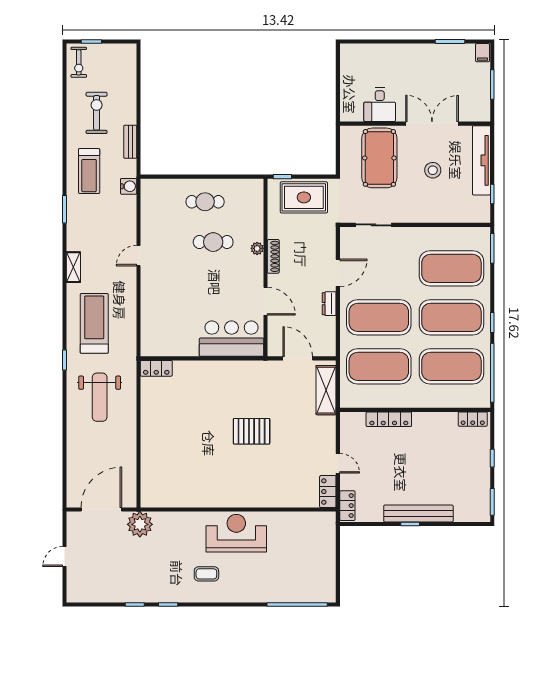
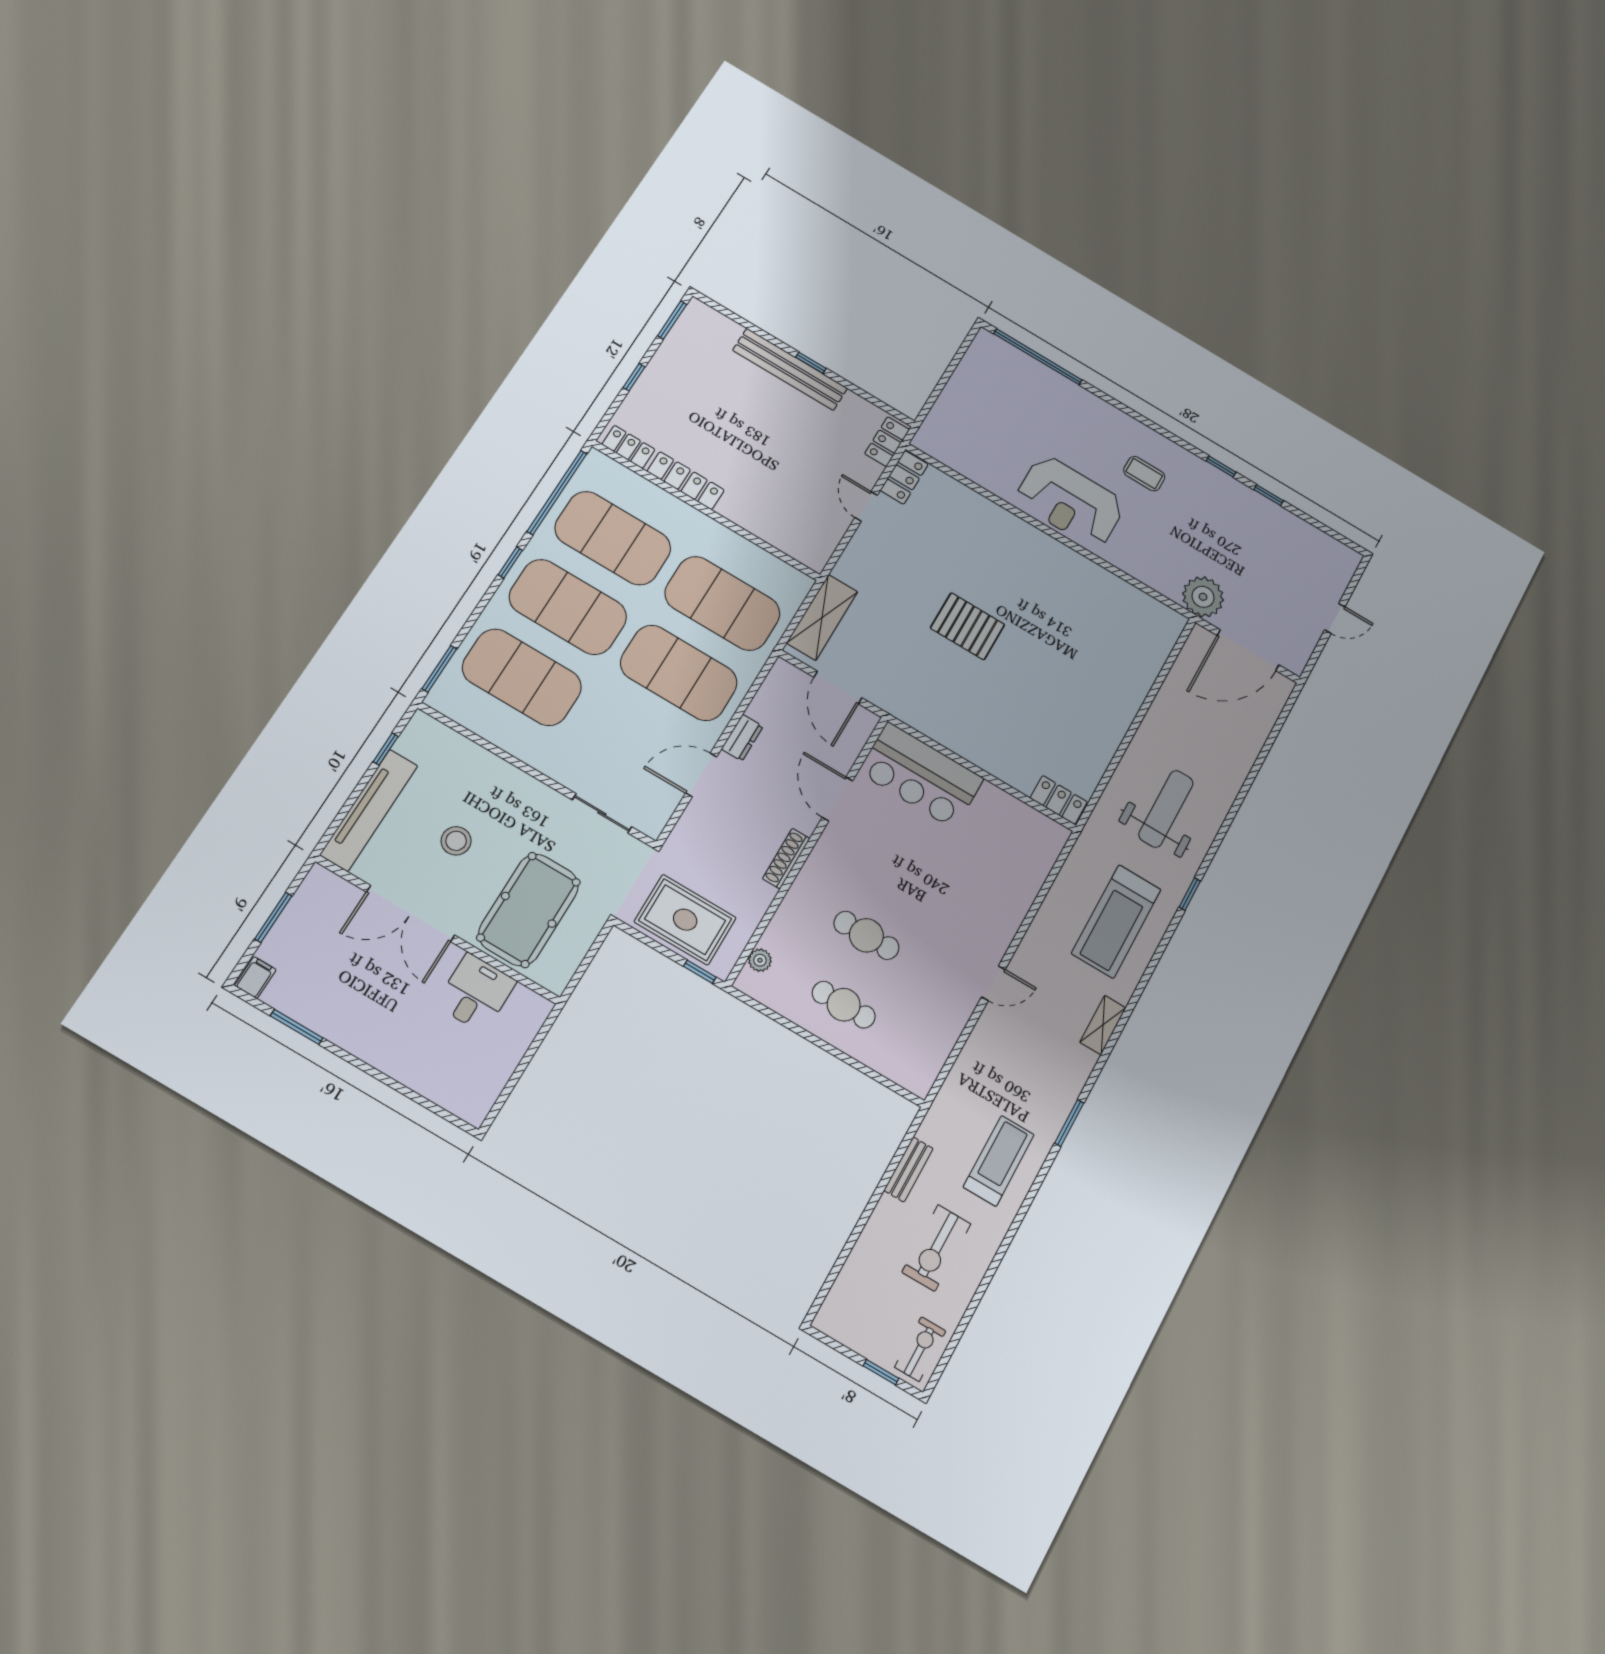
water cooler: (129, 186) -> (950, 1100), removed
plant: (257, 248) -> (760, 960), moved
locker: (389, 419) -> (686, 481), moved

